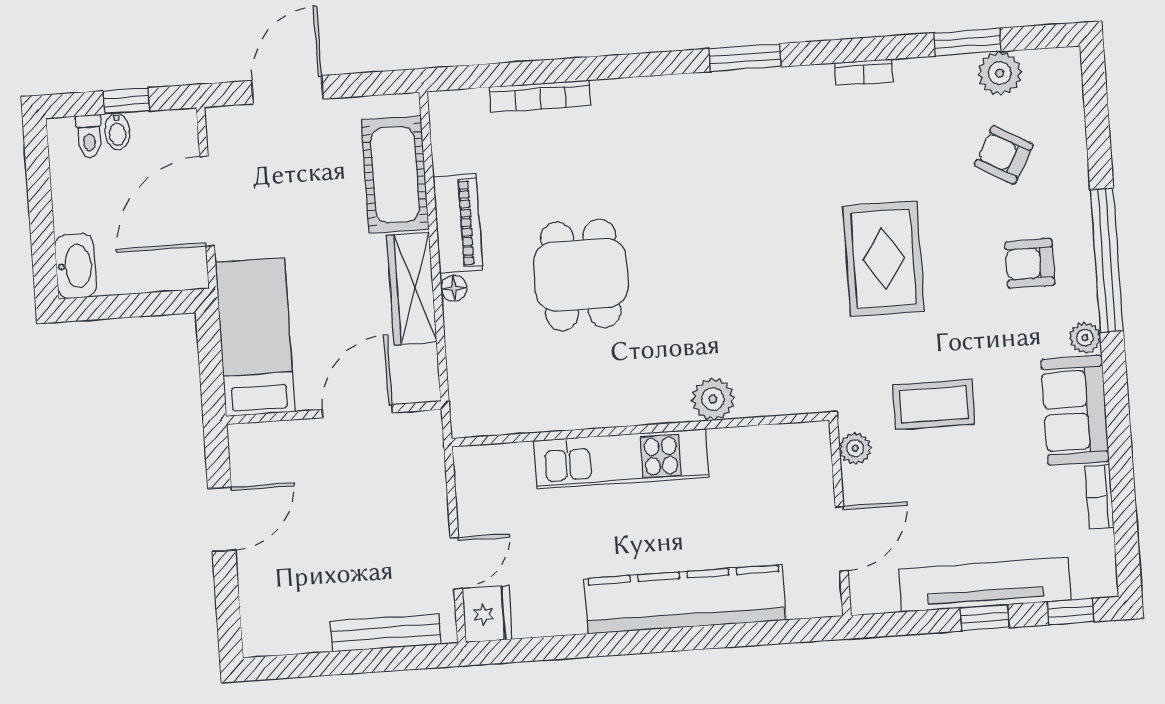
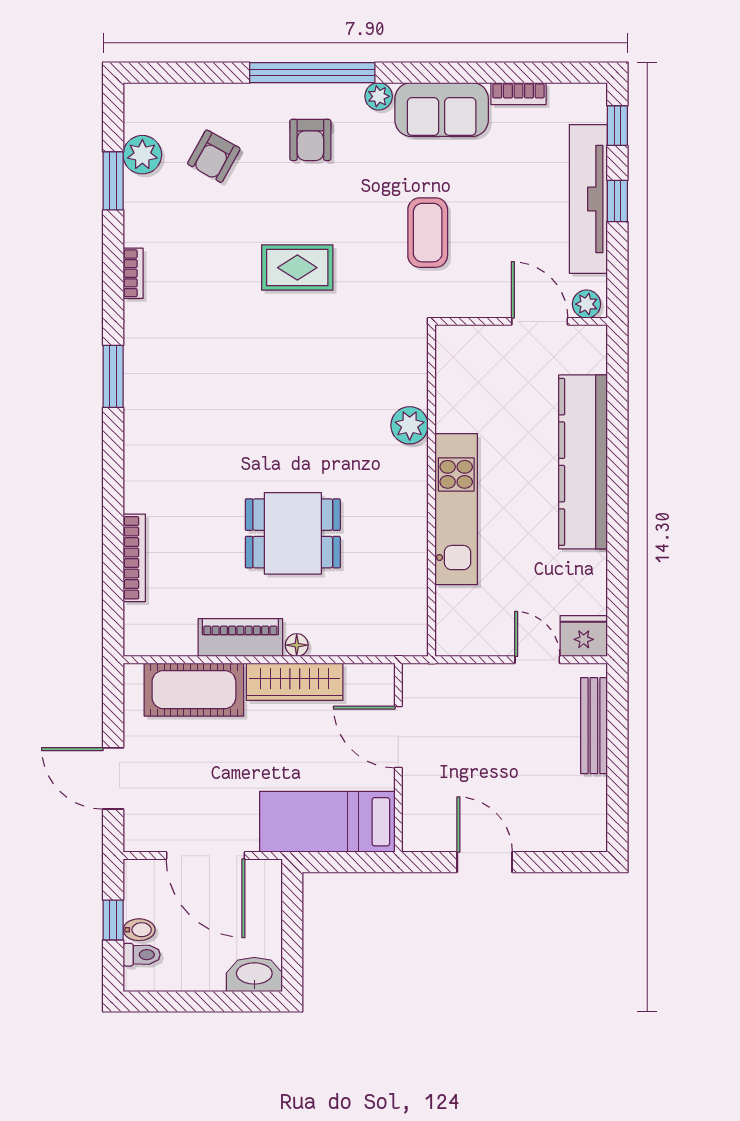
rug: (884, 259) -> (297, 268), width x0.73, depth x0.70
plant: (855, 448) -> (587, 304), moved

